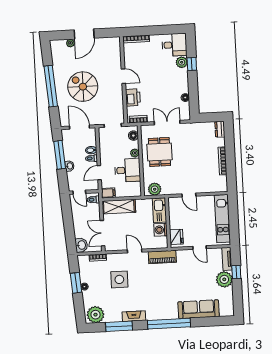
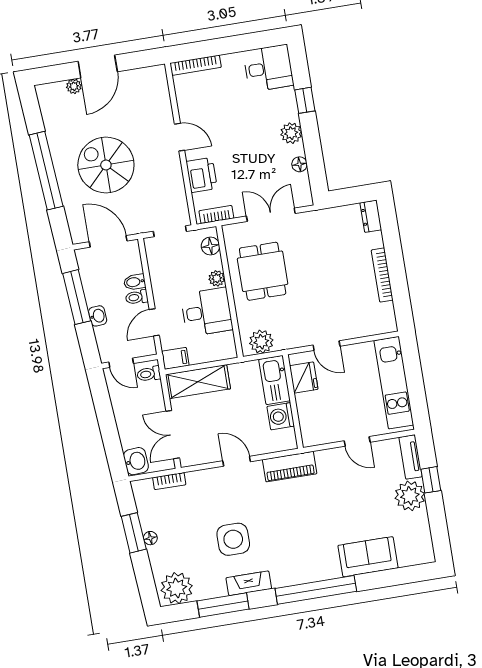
plant: (182, 62) -> (291, 133), moved
fridge: (176, 237) -> (304, 378), moved
side table: (119, 279) -> (233, 539), moved
sofa: (199, 309) -> (368, 557), width x0.73

